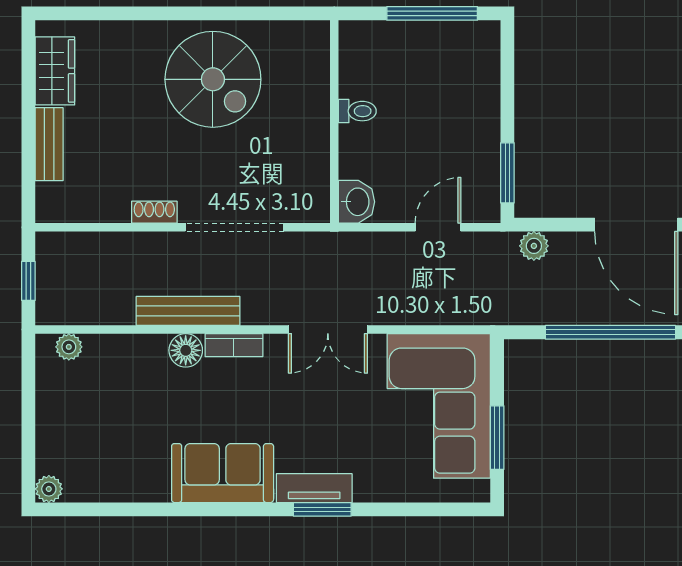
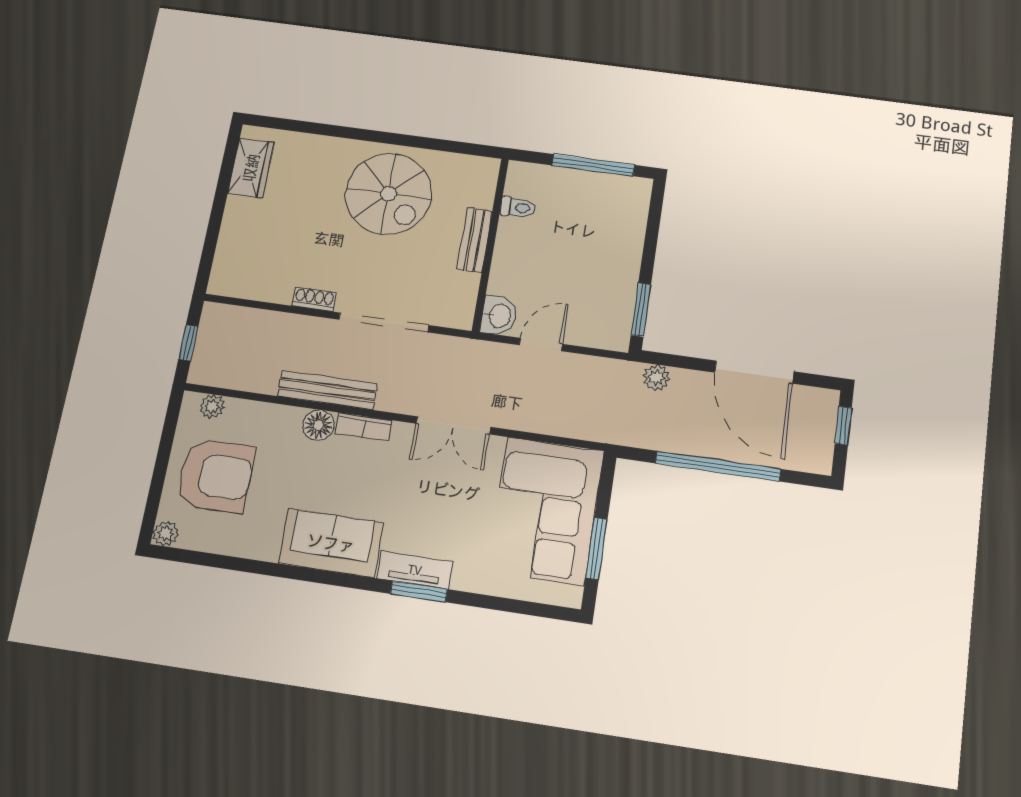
toilet: (357, 111) -> (518, 208), moved
bench: (49, 144) -> (475, 240), moved
door: (438, 227) -> (541, 344), moved
armchair: (88, 420) -> (215, 475), added

